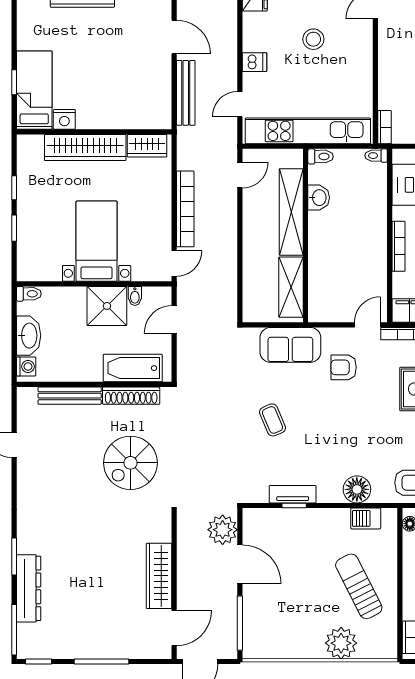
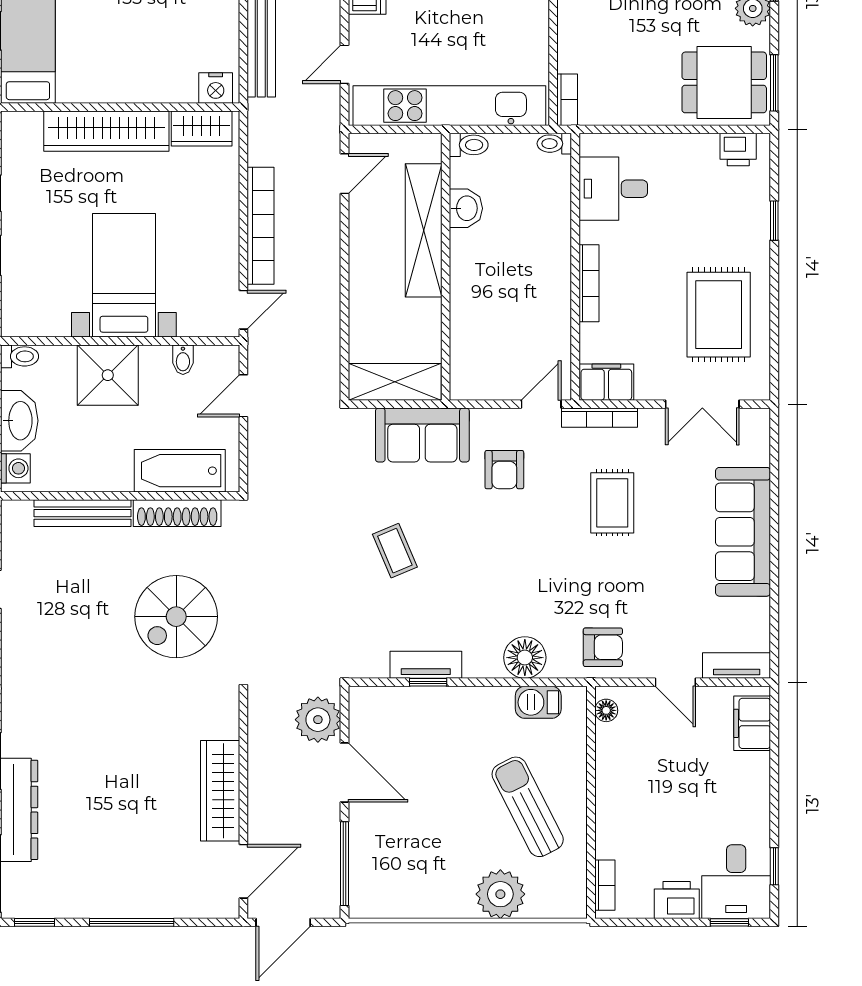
nightstand: (64, 119) -> (216, 88), moved
shelving: (291, 287) -> (395, 382), moved, turned 90
shower: (107, 306) -> (108, 375), moved
armchair: (344, 367) -> (504, 470), turned -90

